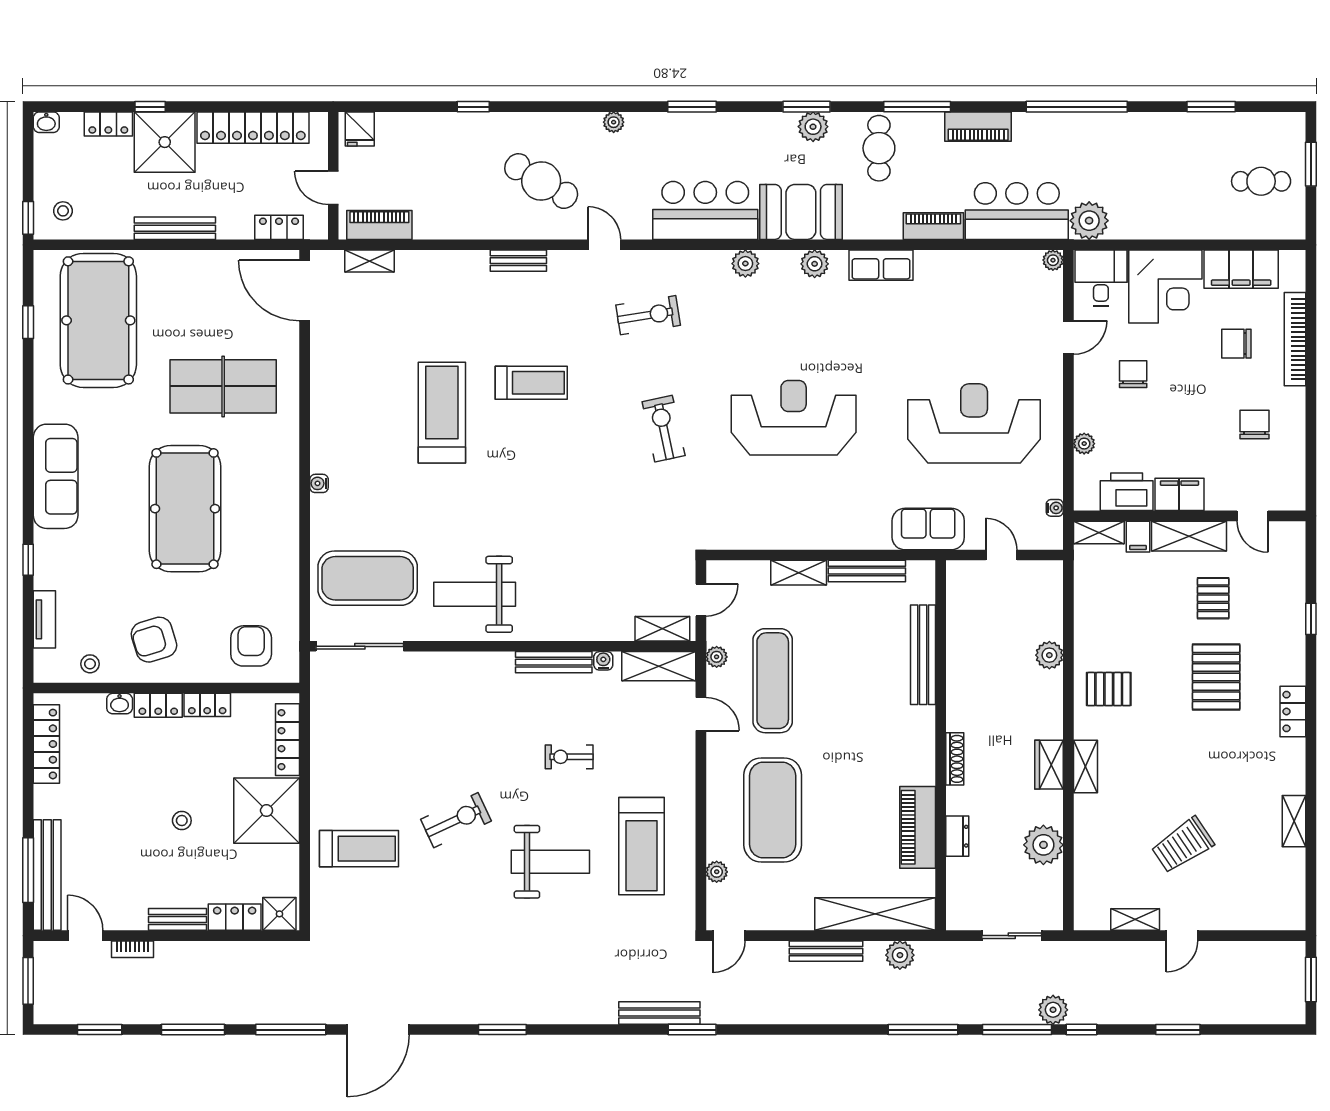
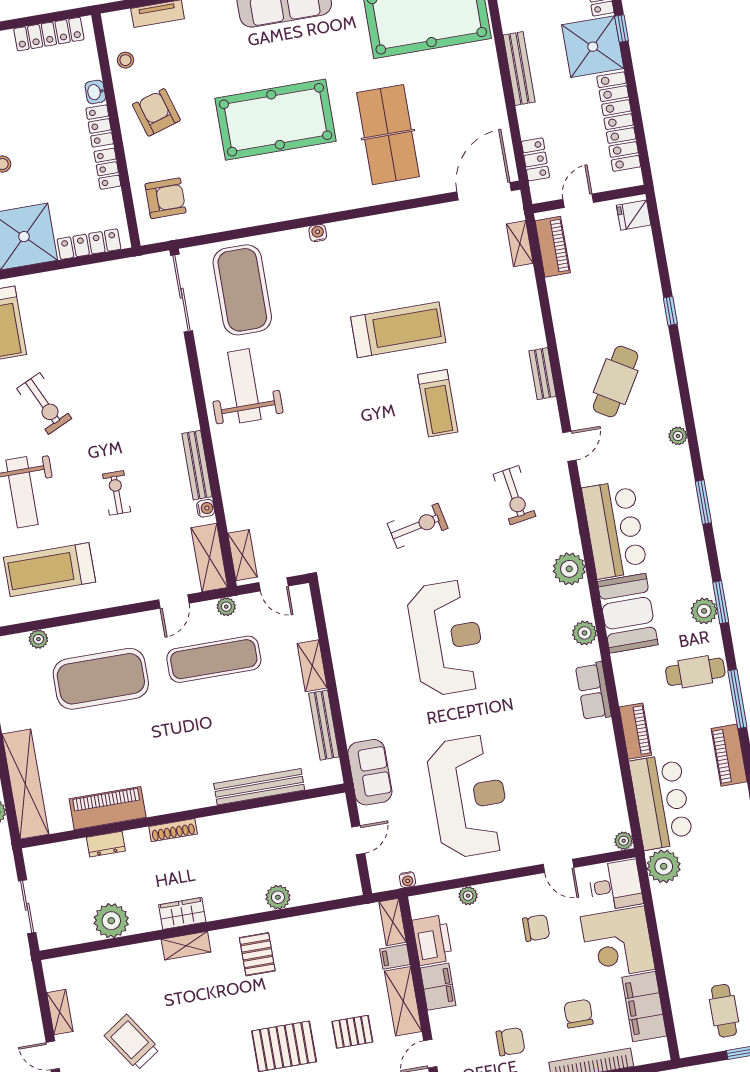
plant: (745, 264) -> (569, 569), width x1.36, depth x1.36

